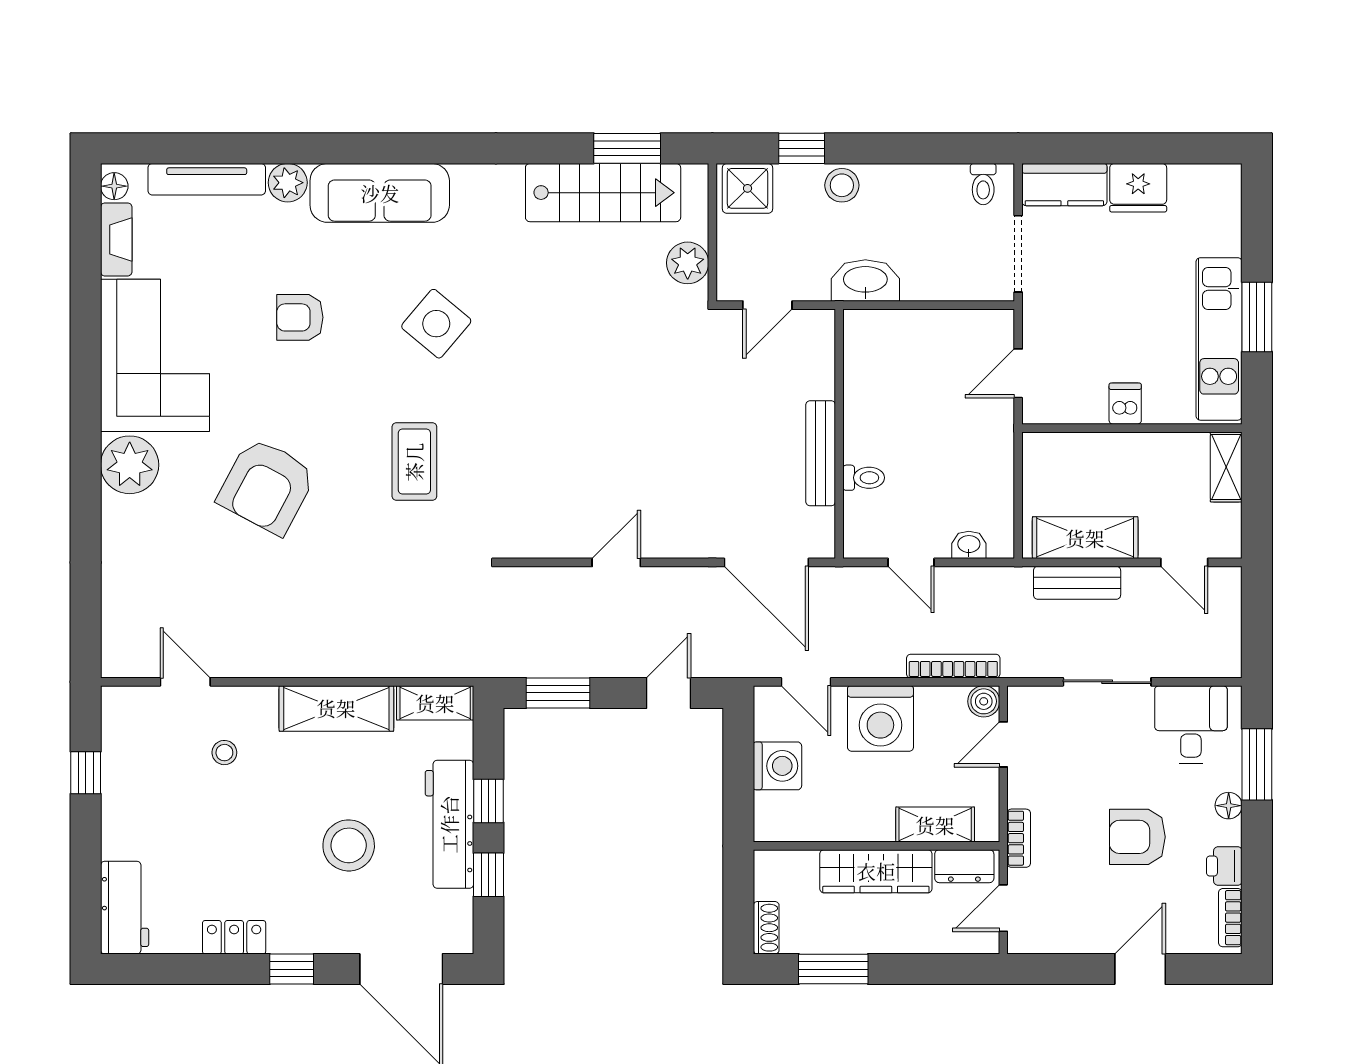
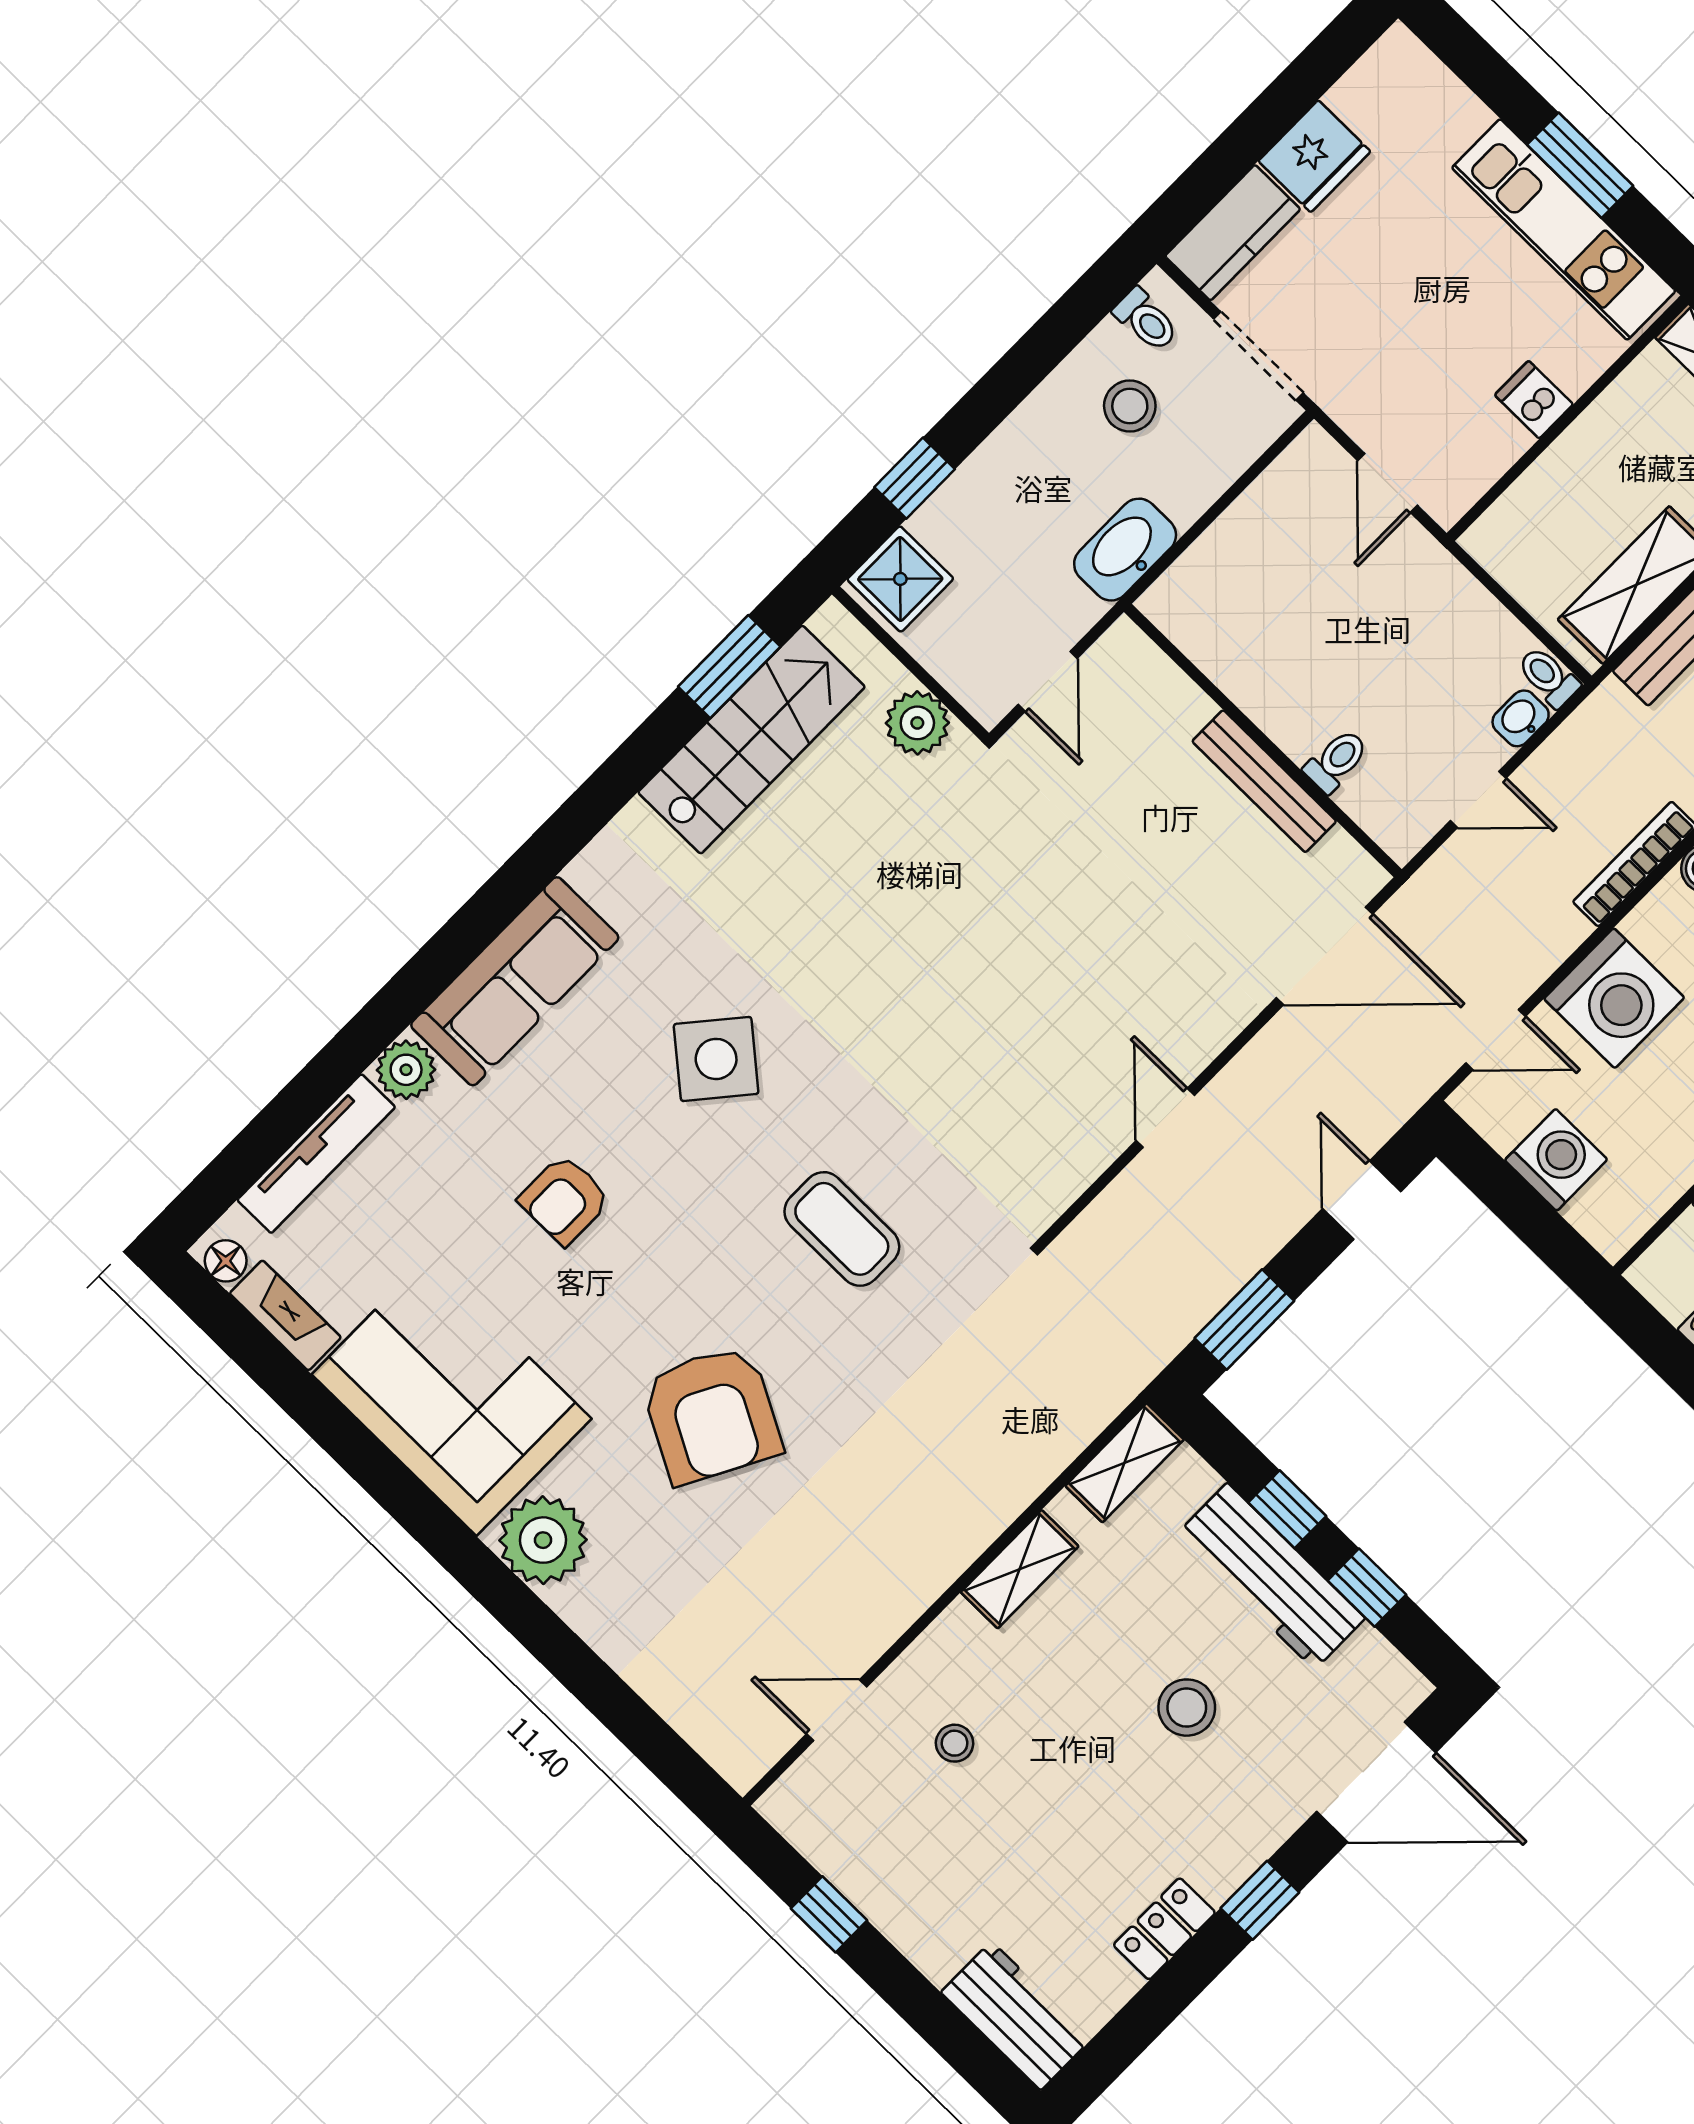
stool: (842, 185) -> (1130, 406), moved
toilet: (1001, 539) -> (1548, 677), added
shelving: (336, 708) -> (1020, 1569), width x0.67, depth x0.75
stool: (349, 845) -> (1187, 1708), width x0.73, depth x0.73

